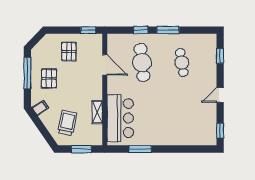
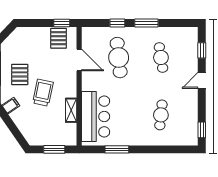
pallet: (69, 52) -> (59, 38), moved
door: (220, 95) -> (202, 80), moved
cafe table: (182, 117) -> (161, 115), added
trolley: (67, 123) -> (43, 93), moved

